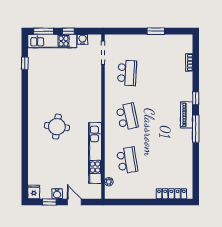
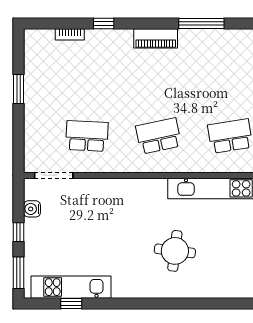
kitchen unit: (52, 41) -> (71, 287), moved, turned -90
window: (196, 98) -> (104, 24), moved
window: (196, 129) -> (201, 24), moved

